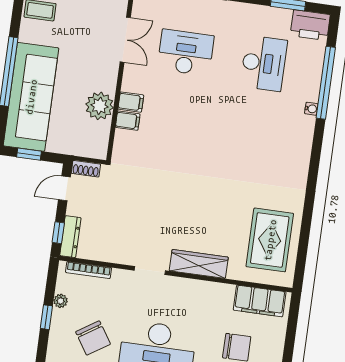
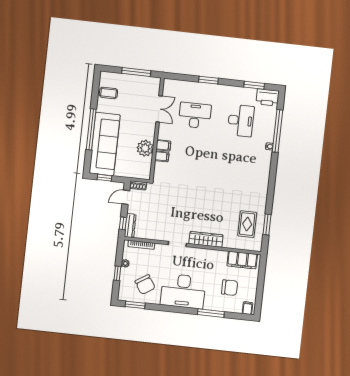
rug: (270, 240) -> (247, 224), width x0.73, depth x0.70
window: (304, 242) -> (267, 225), added

